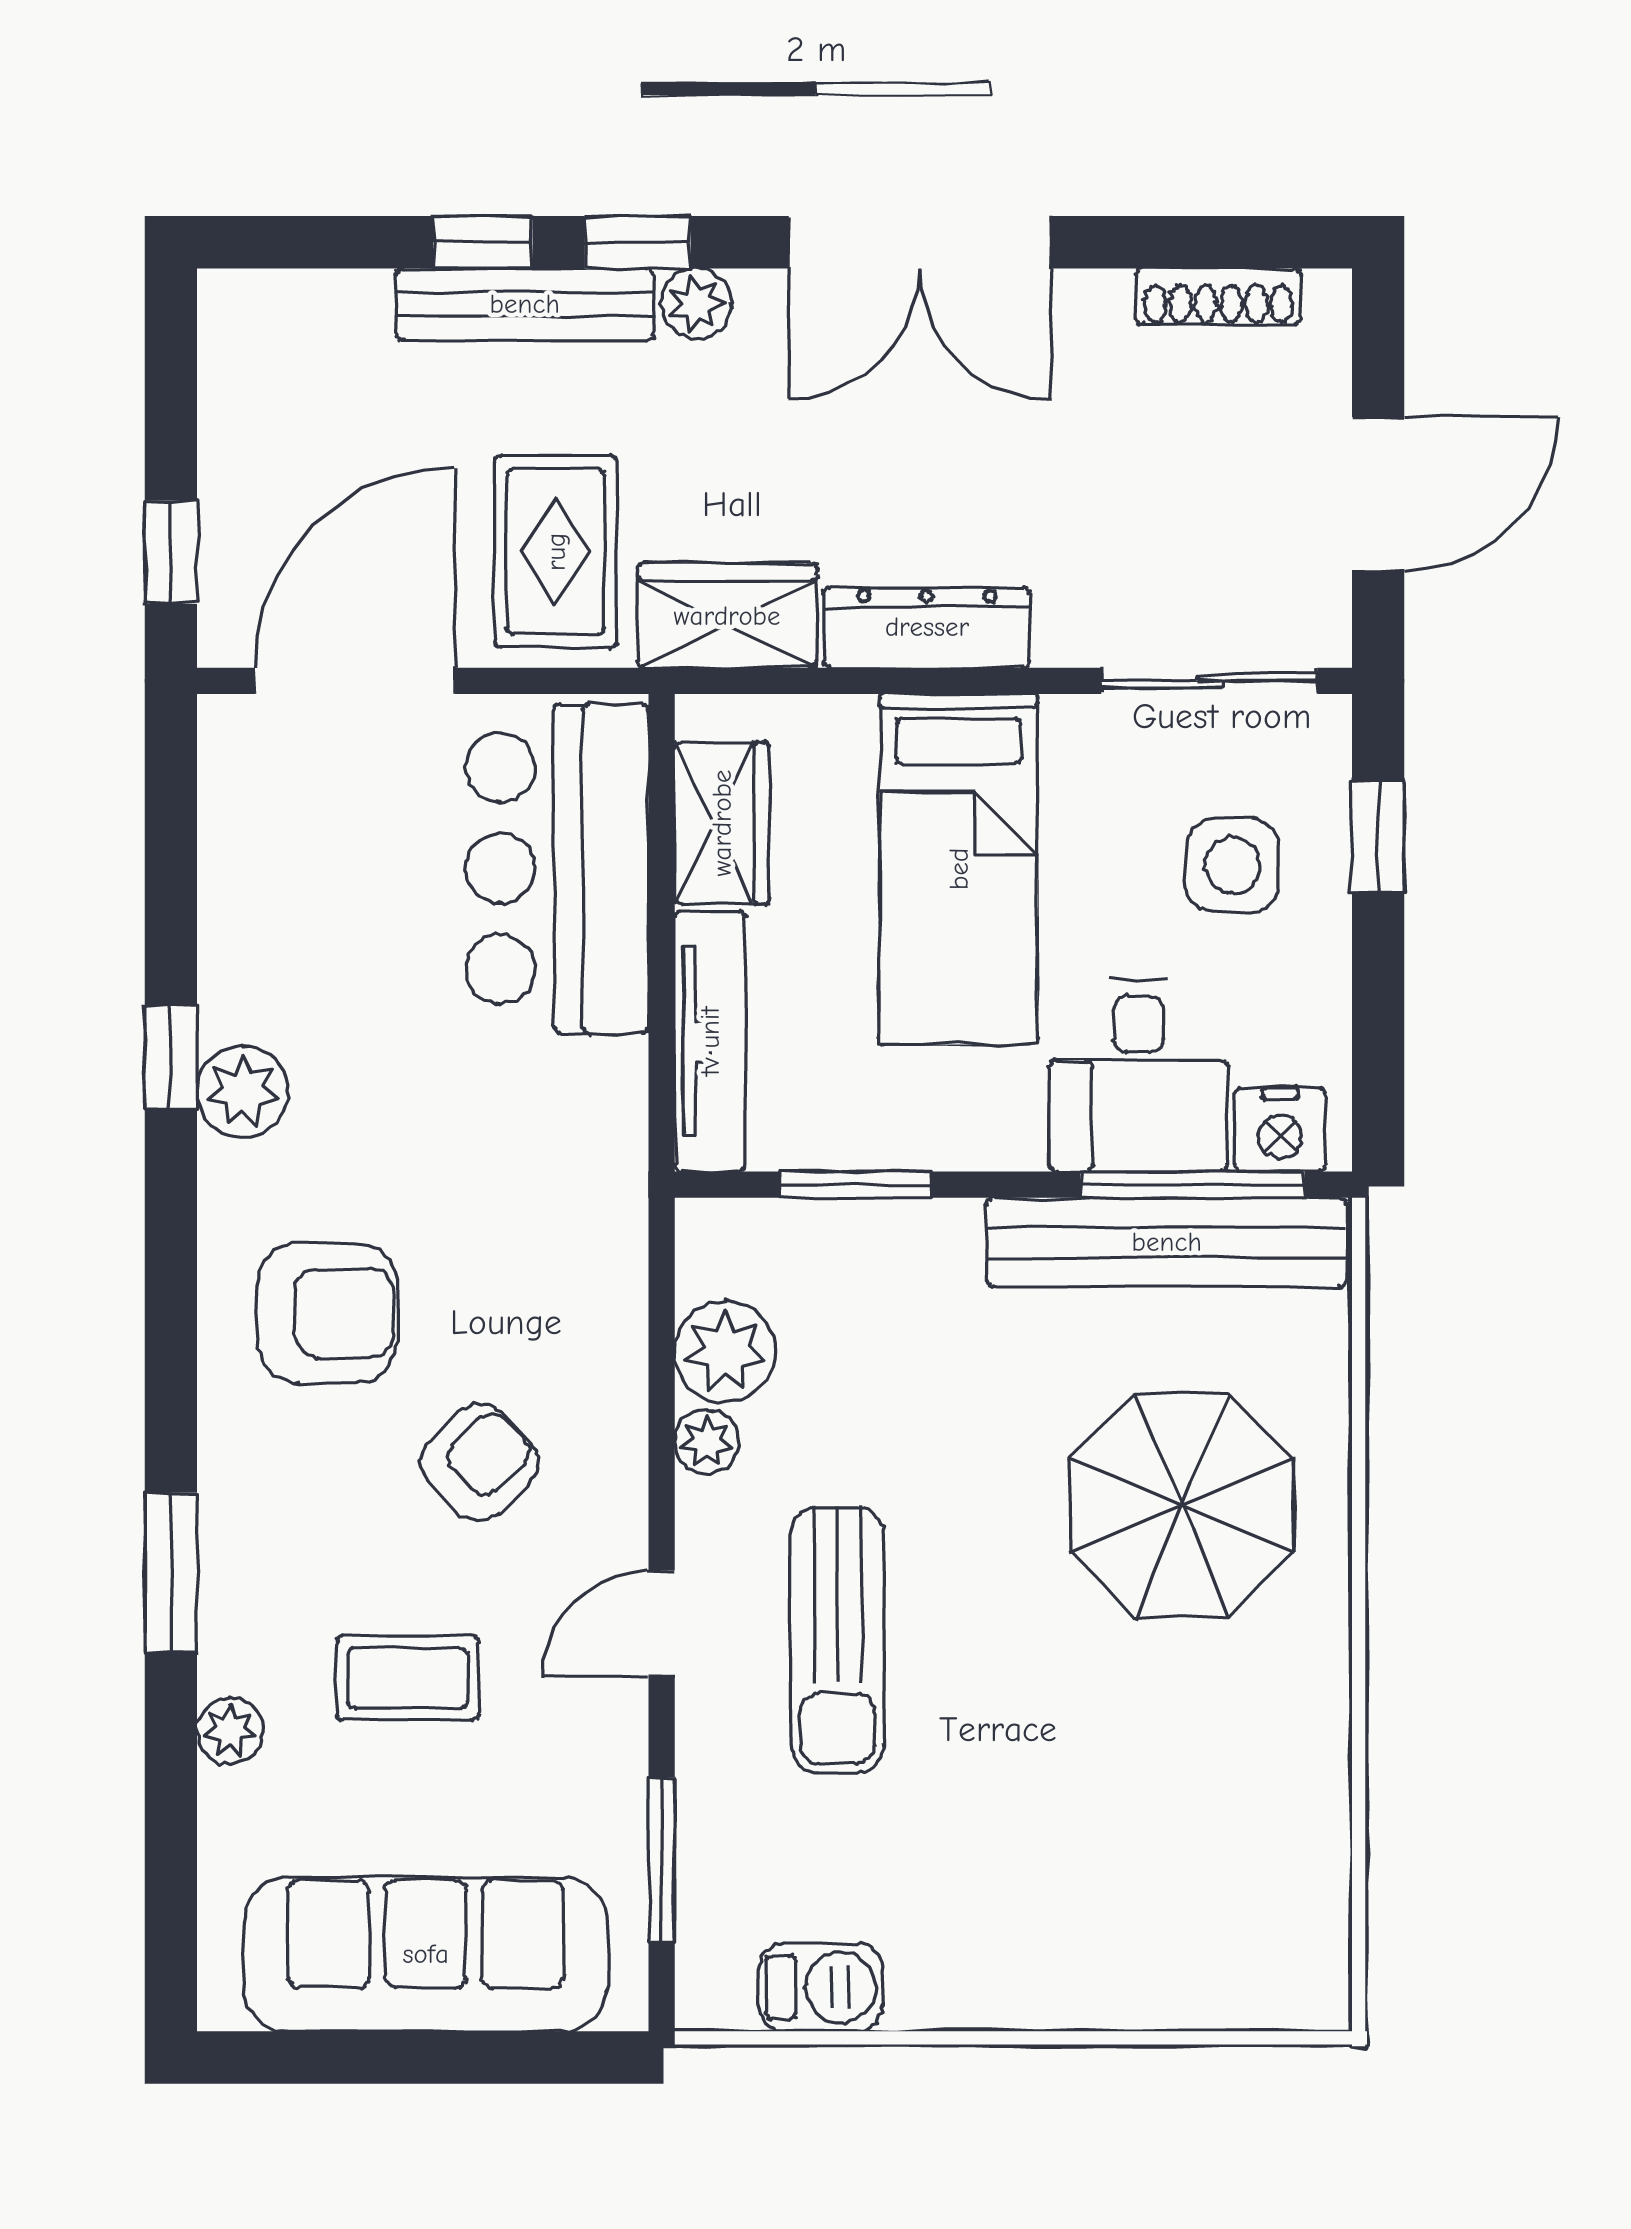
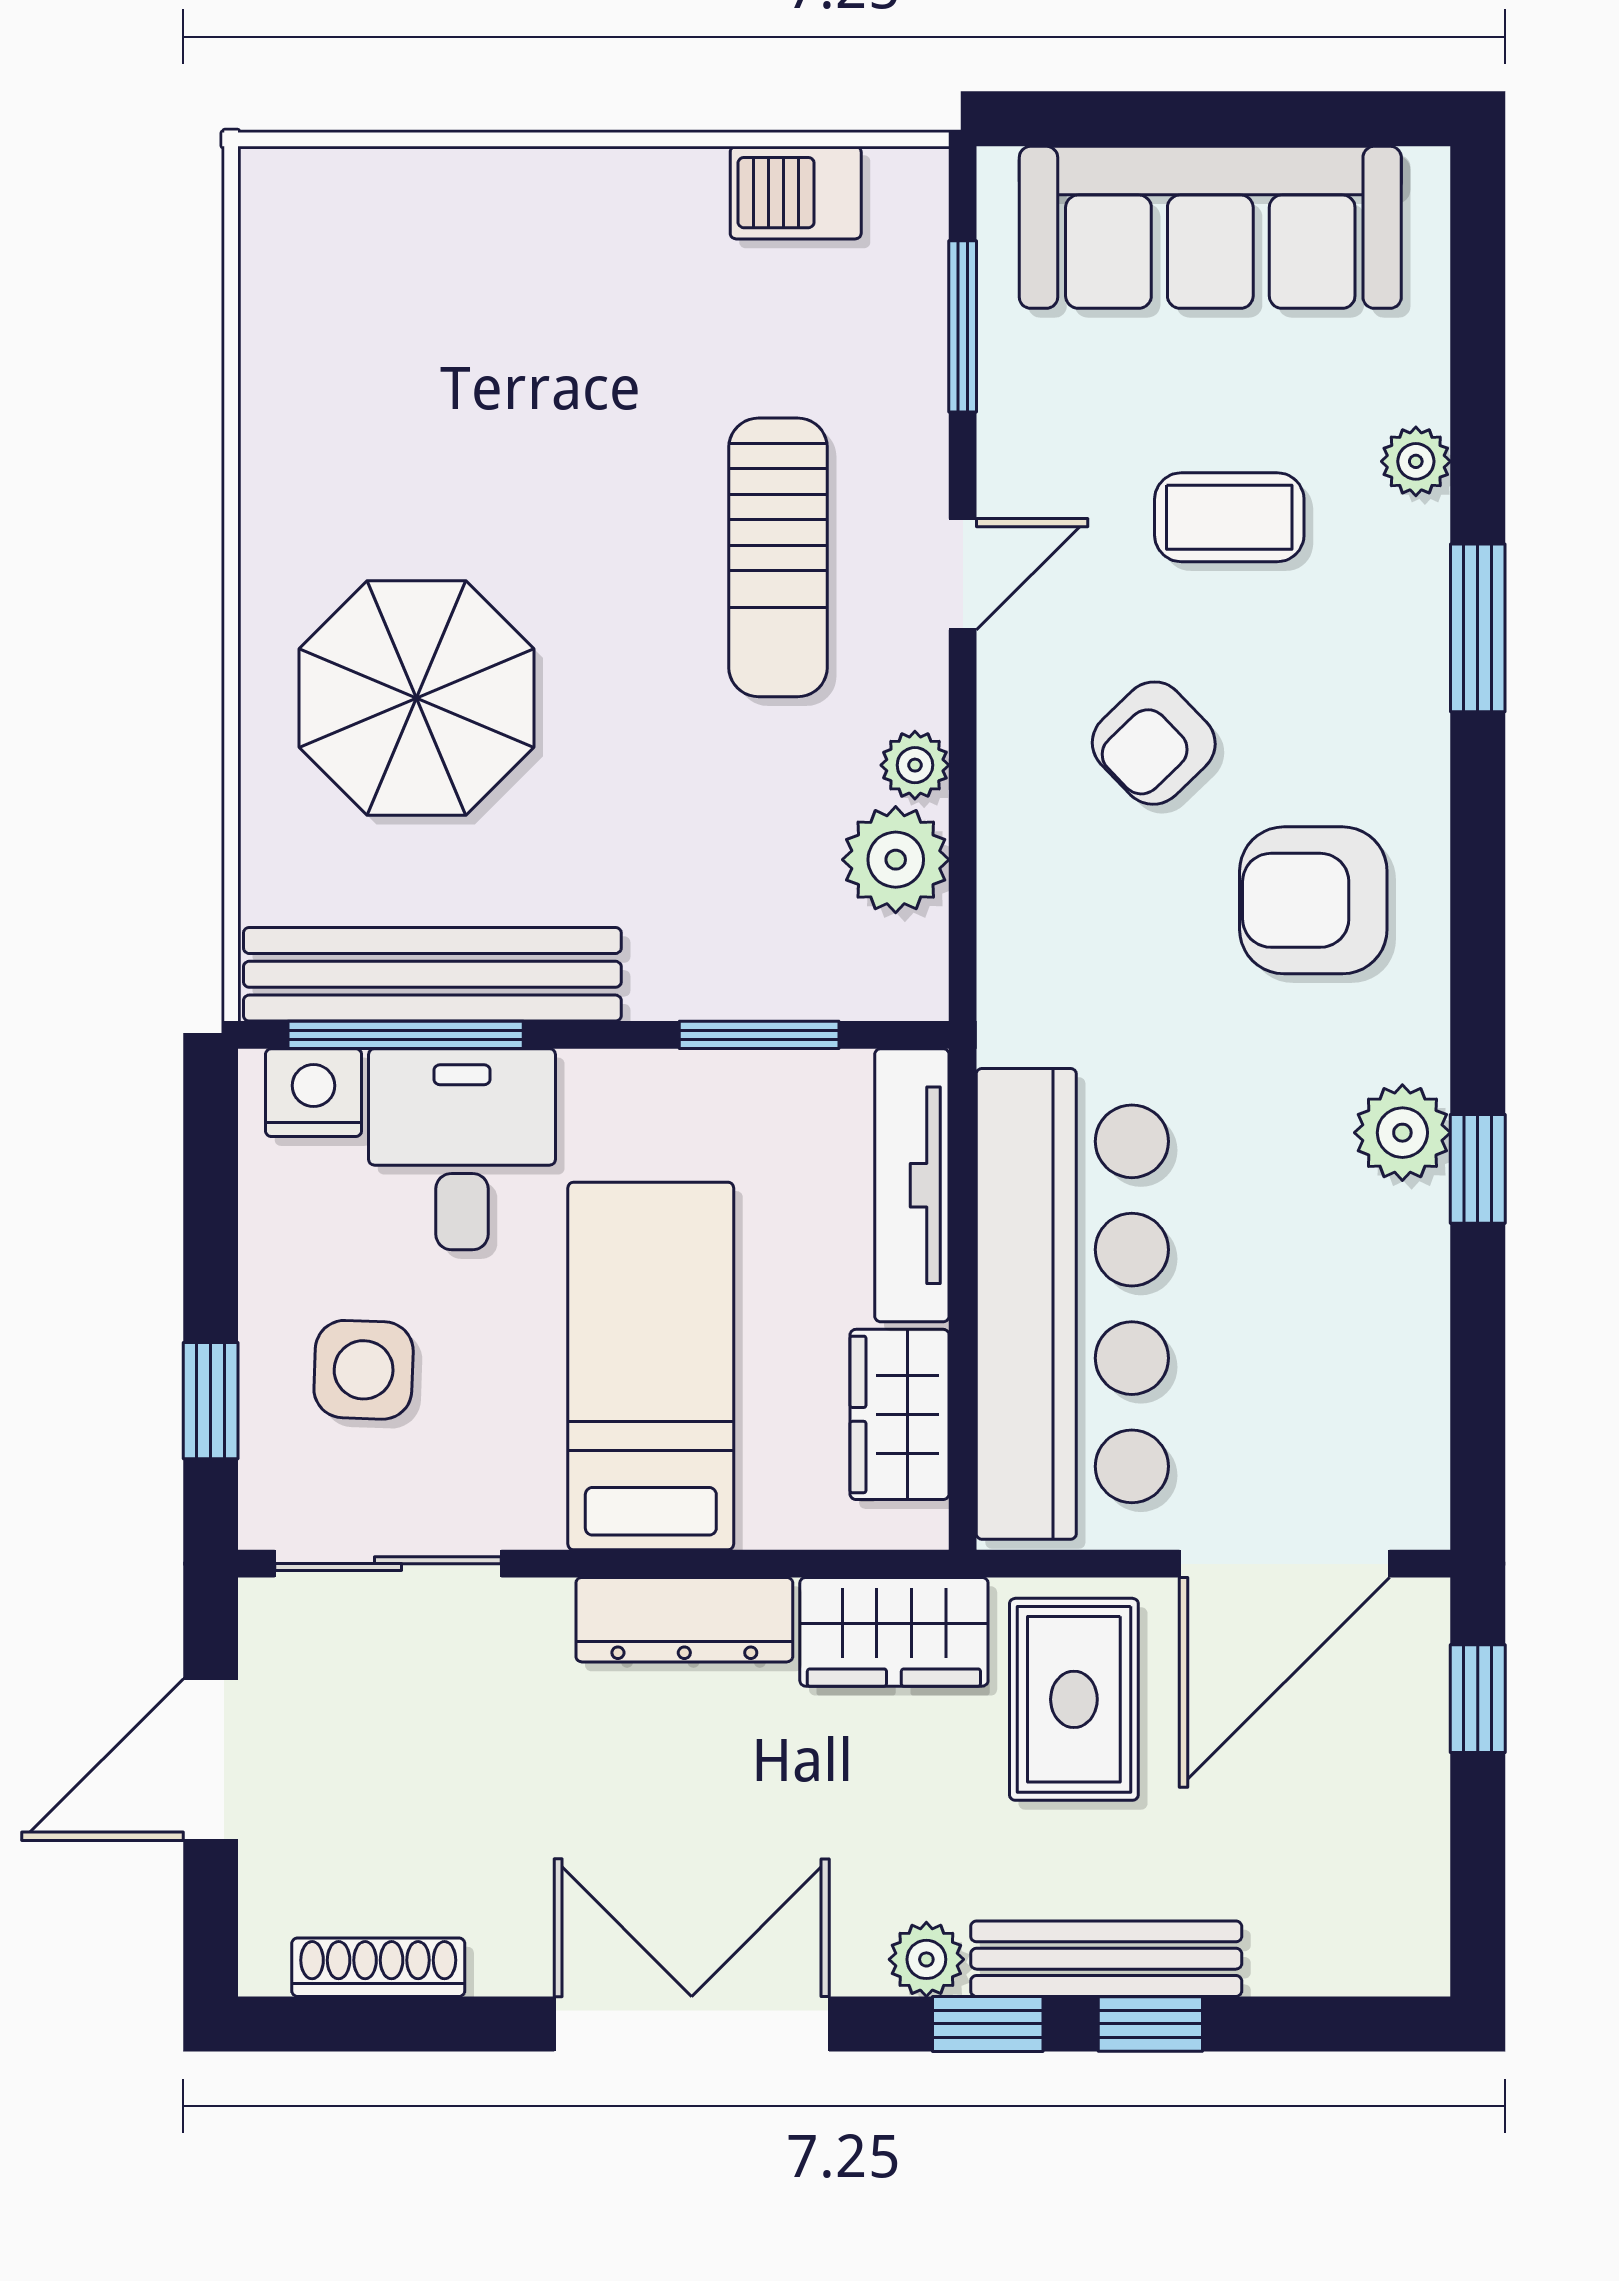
bar counter: (557, 868) -> (1072, 1304), width x1.36
sun lounger: (837, 1640) -> (778, 557), turned 180

